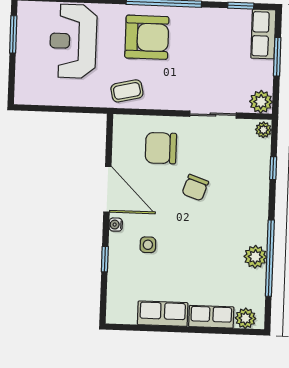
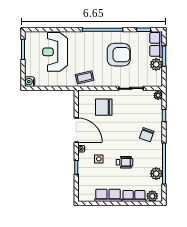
armchair: (147, 37) -> (119, 55), moved
water cooler: (23, 95) -> (30, 82), added
plant: (261, 102) -> (156, 64), moved
chair: (195, 188) -> (147, 135), moved
wheelchair: (196, 253) -> (125, 162), added
plant: (255, 257) -> (156, 174), moved

